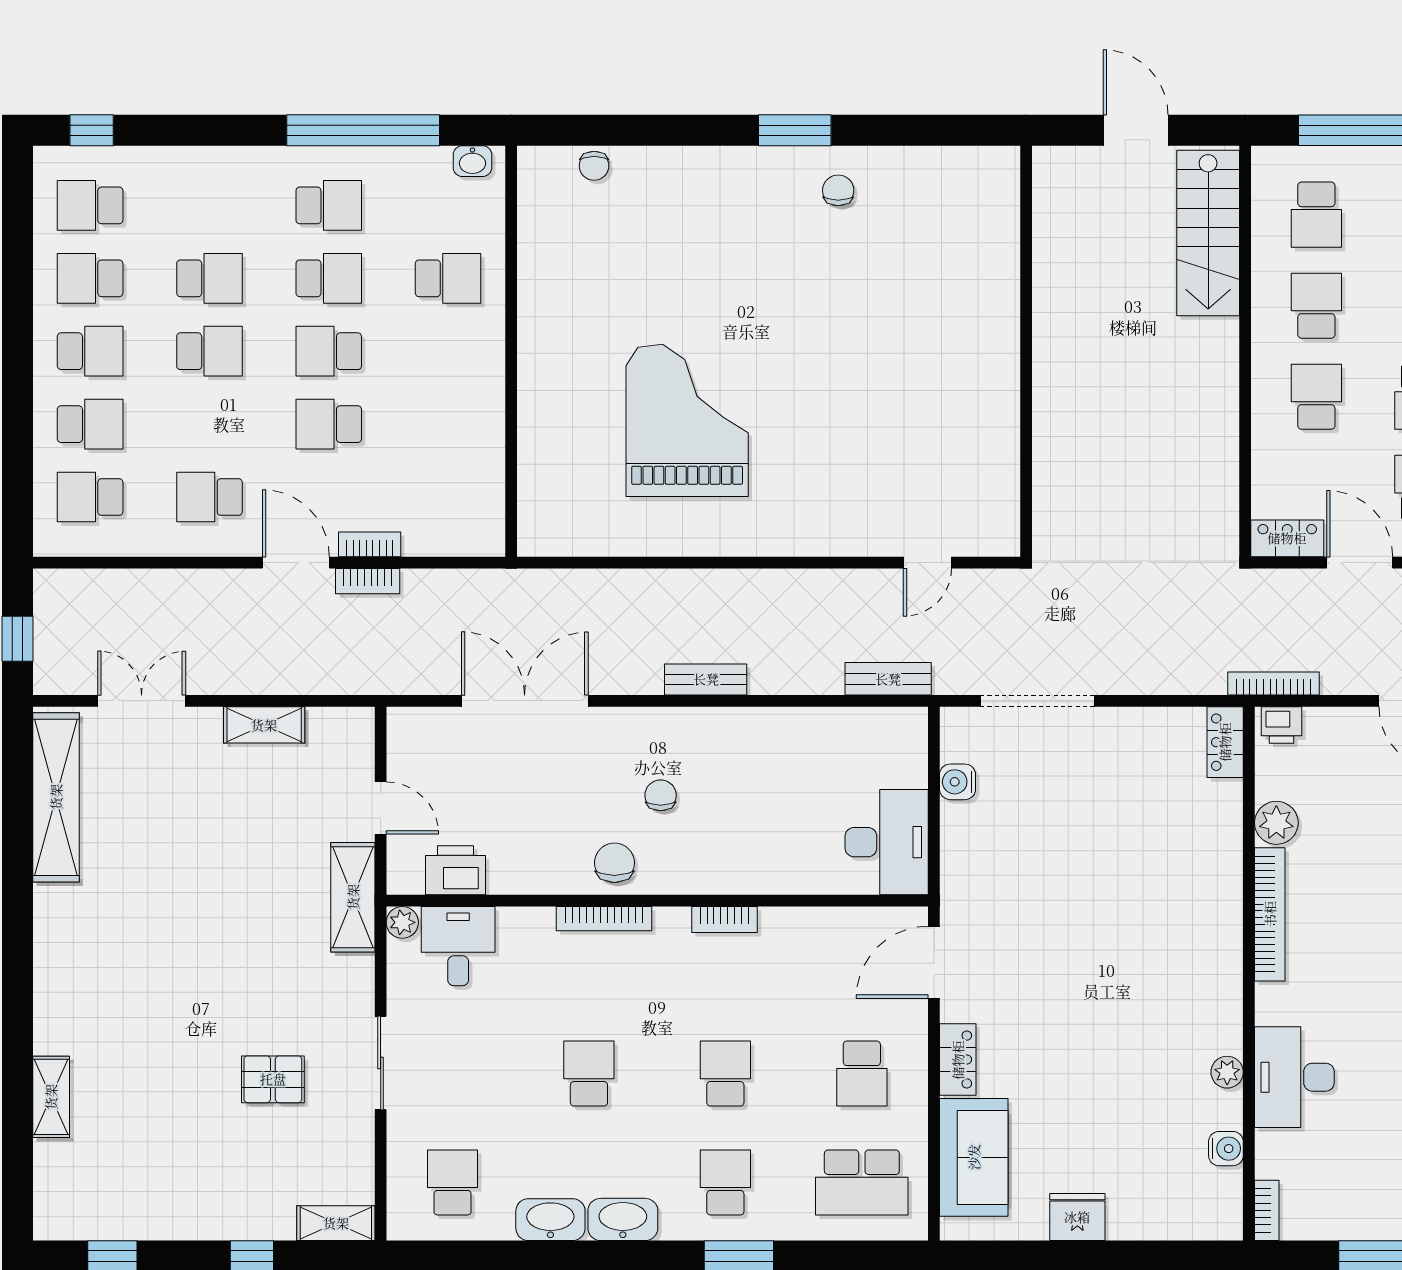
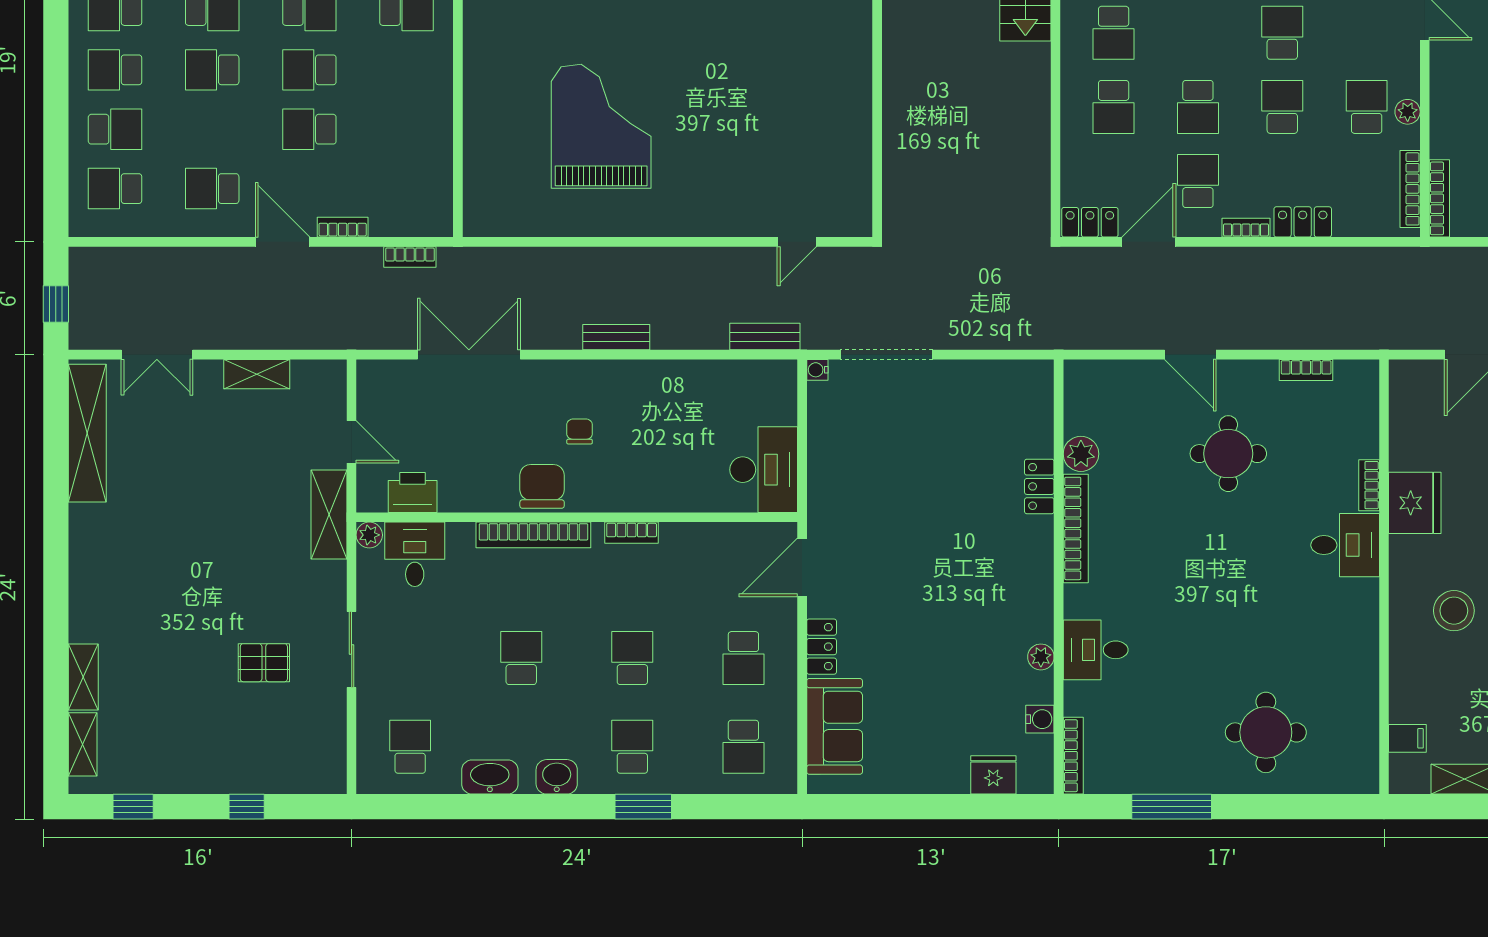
school desk: (1316, 306) -> (1114, 33), turned 180
school desk: (90, 351) -> (115, 70), turned 180
school desk: (209, 351) -> (212, 70), turned 180
school desk: (1316, 397) -> (1114, 107), turned 180
door: (1360, 563) -> (1149, 242), hinge flipped
bookcase: (368, 581) -> (410, 257), moved
bookcase: (1274, 683) -> (1079, 340), removed
double door: (142, 701) -> (157, 355), swing flipped
printer: (1281, 725) -> (1085, 374), removed
locker: (1225, 742) -> (1039, 486), moved
water cooler: (958, 782) -> (817, 370), moved, width x0.72, depth x0.72
chair: (614, 863) -> (542, 486), width x1.37, depth x1.37
bookcase: (604, 919) -> (533, 535), width x1.48, depth x1.31
desk: (1294, 1077) -> (1096, 650), width x0.73
school desk: (862, 1182) -> (743, 747), width x0.54
bookcase: (1267, 1210) -> (1073, 756), width x1.56
fridge: (1077, 1217) -> (993, 775), moved
washbasin: (623, 1219) -> (557, 777), width x0.72
shelving: (336, 1223) -> (83, 744), moved, turned 90

